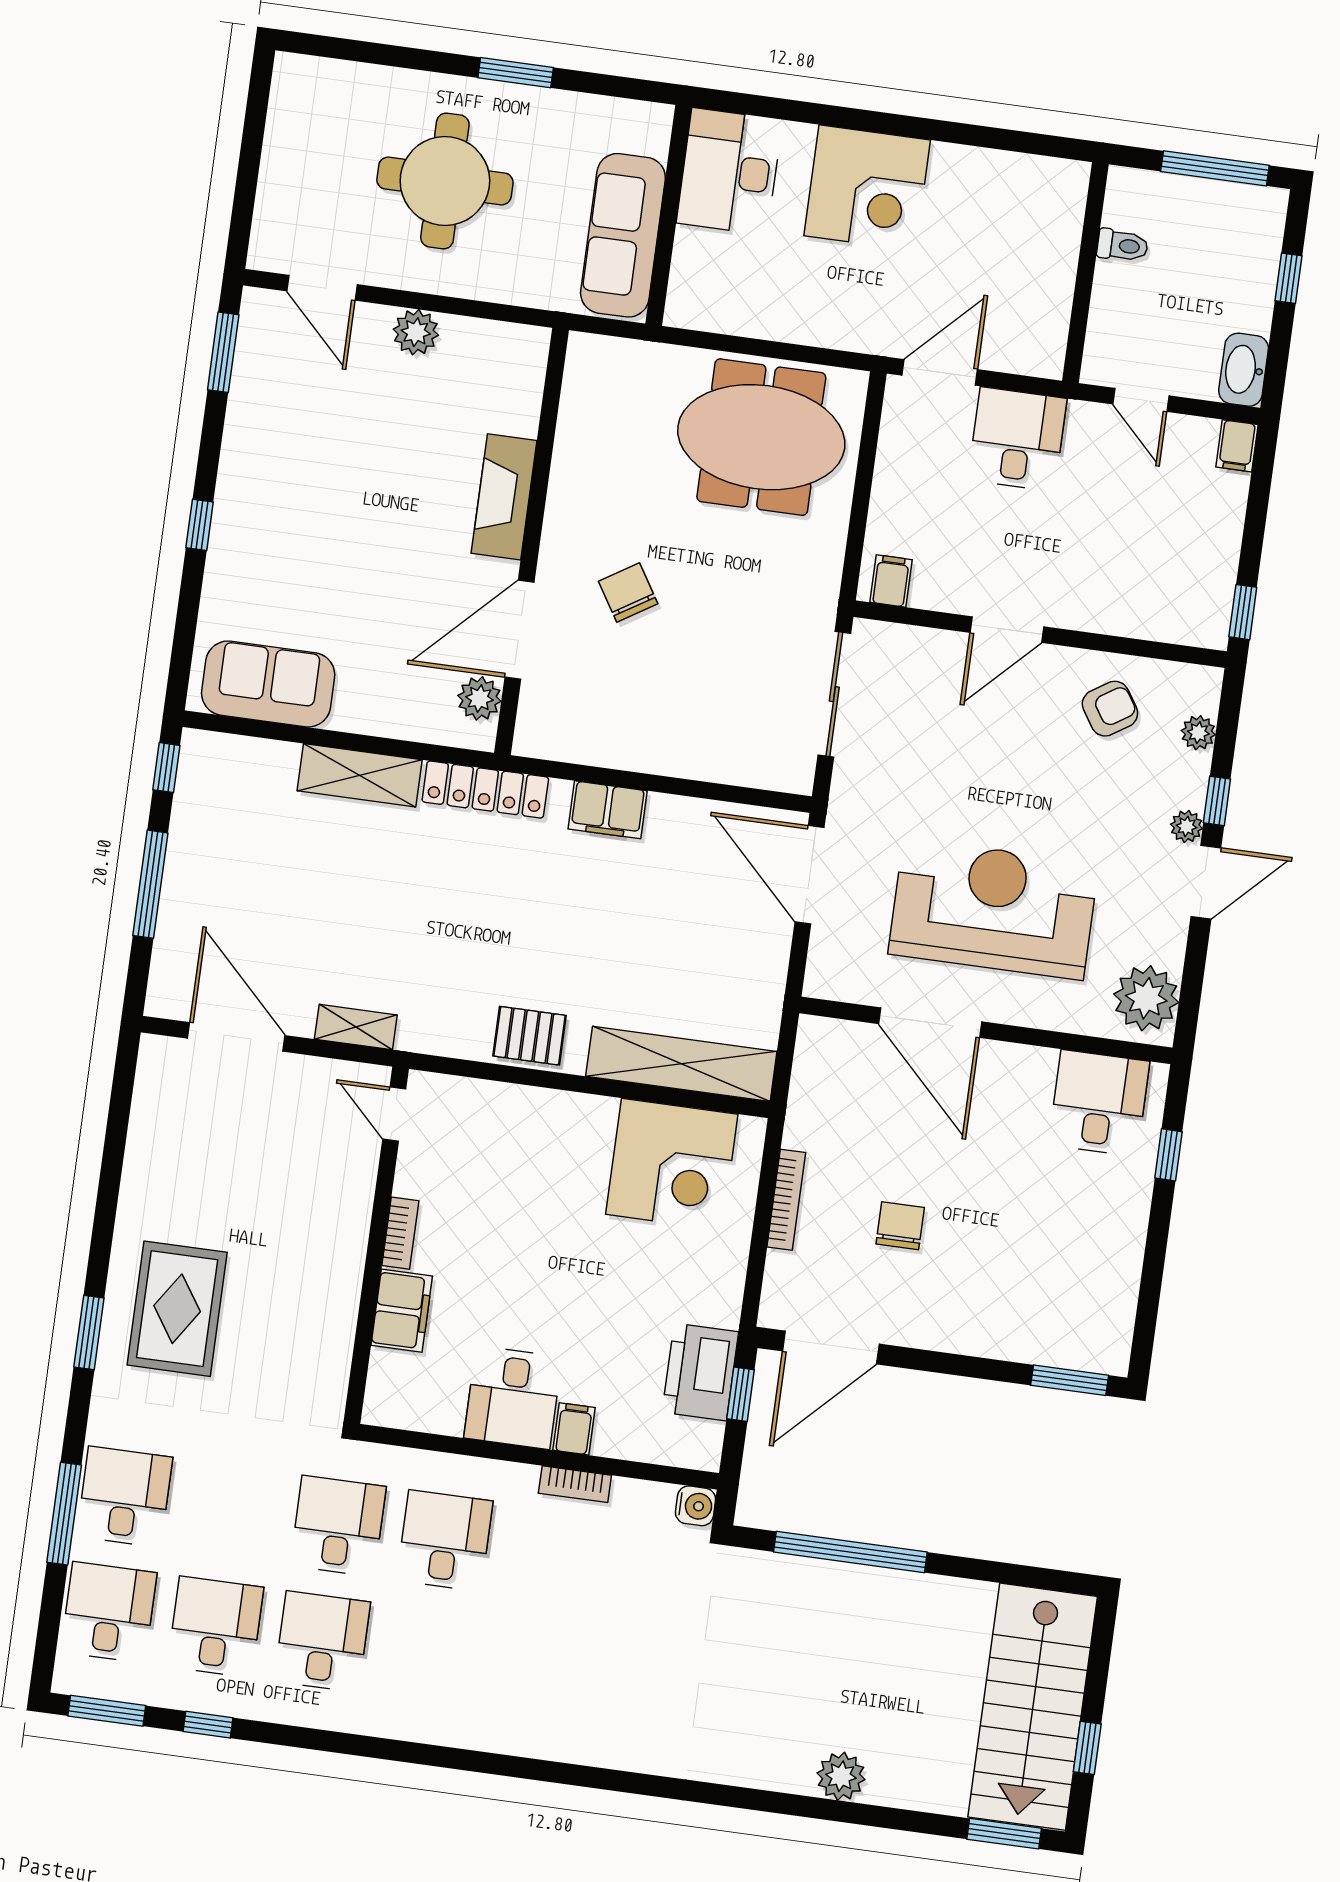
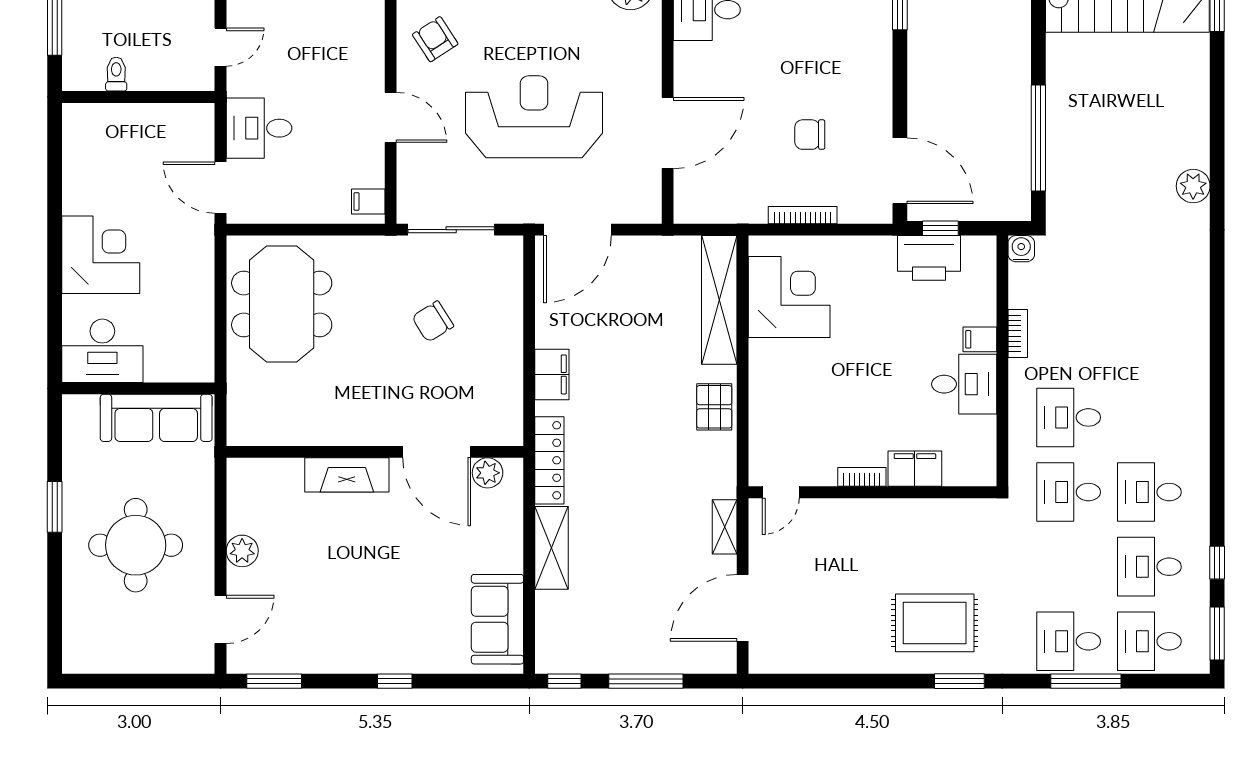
chair: (628, 593) -> (433, 322), moved
reception desk: (993, 909) -> (534, 117), moved, turned 90
plant: (841, 1776) -> (1193, 186), moved

